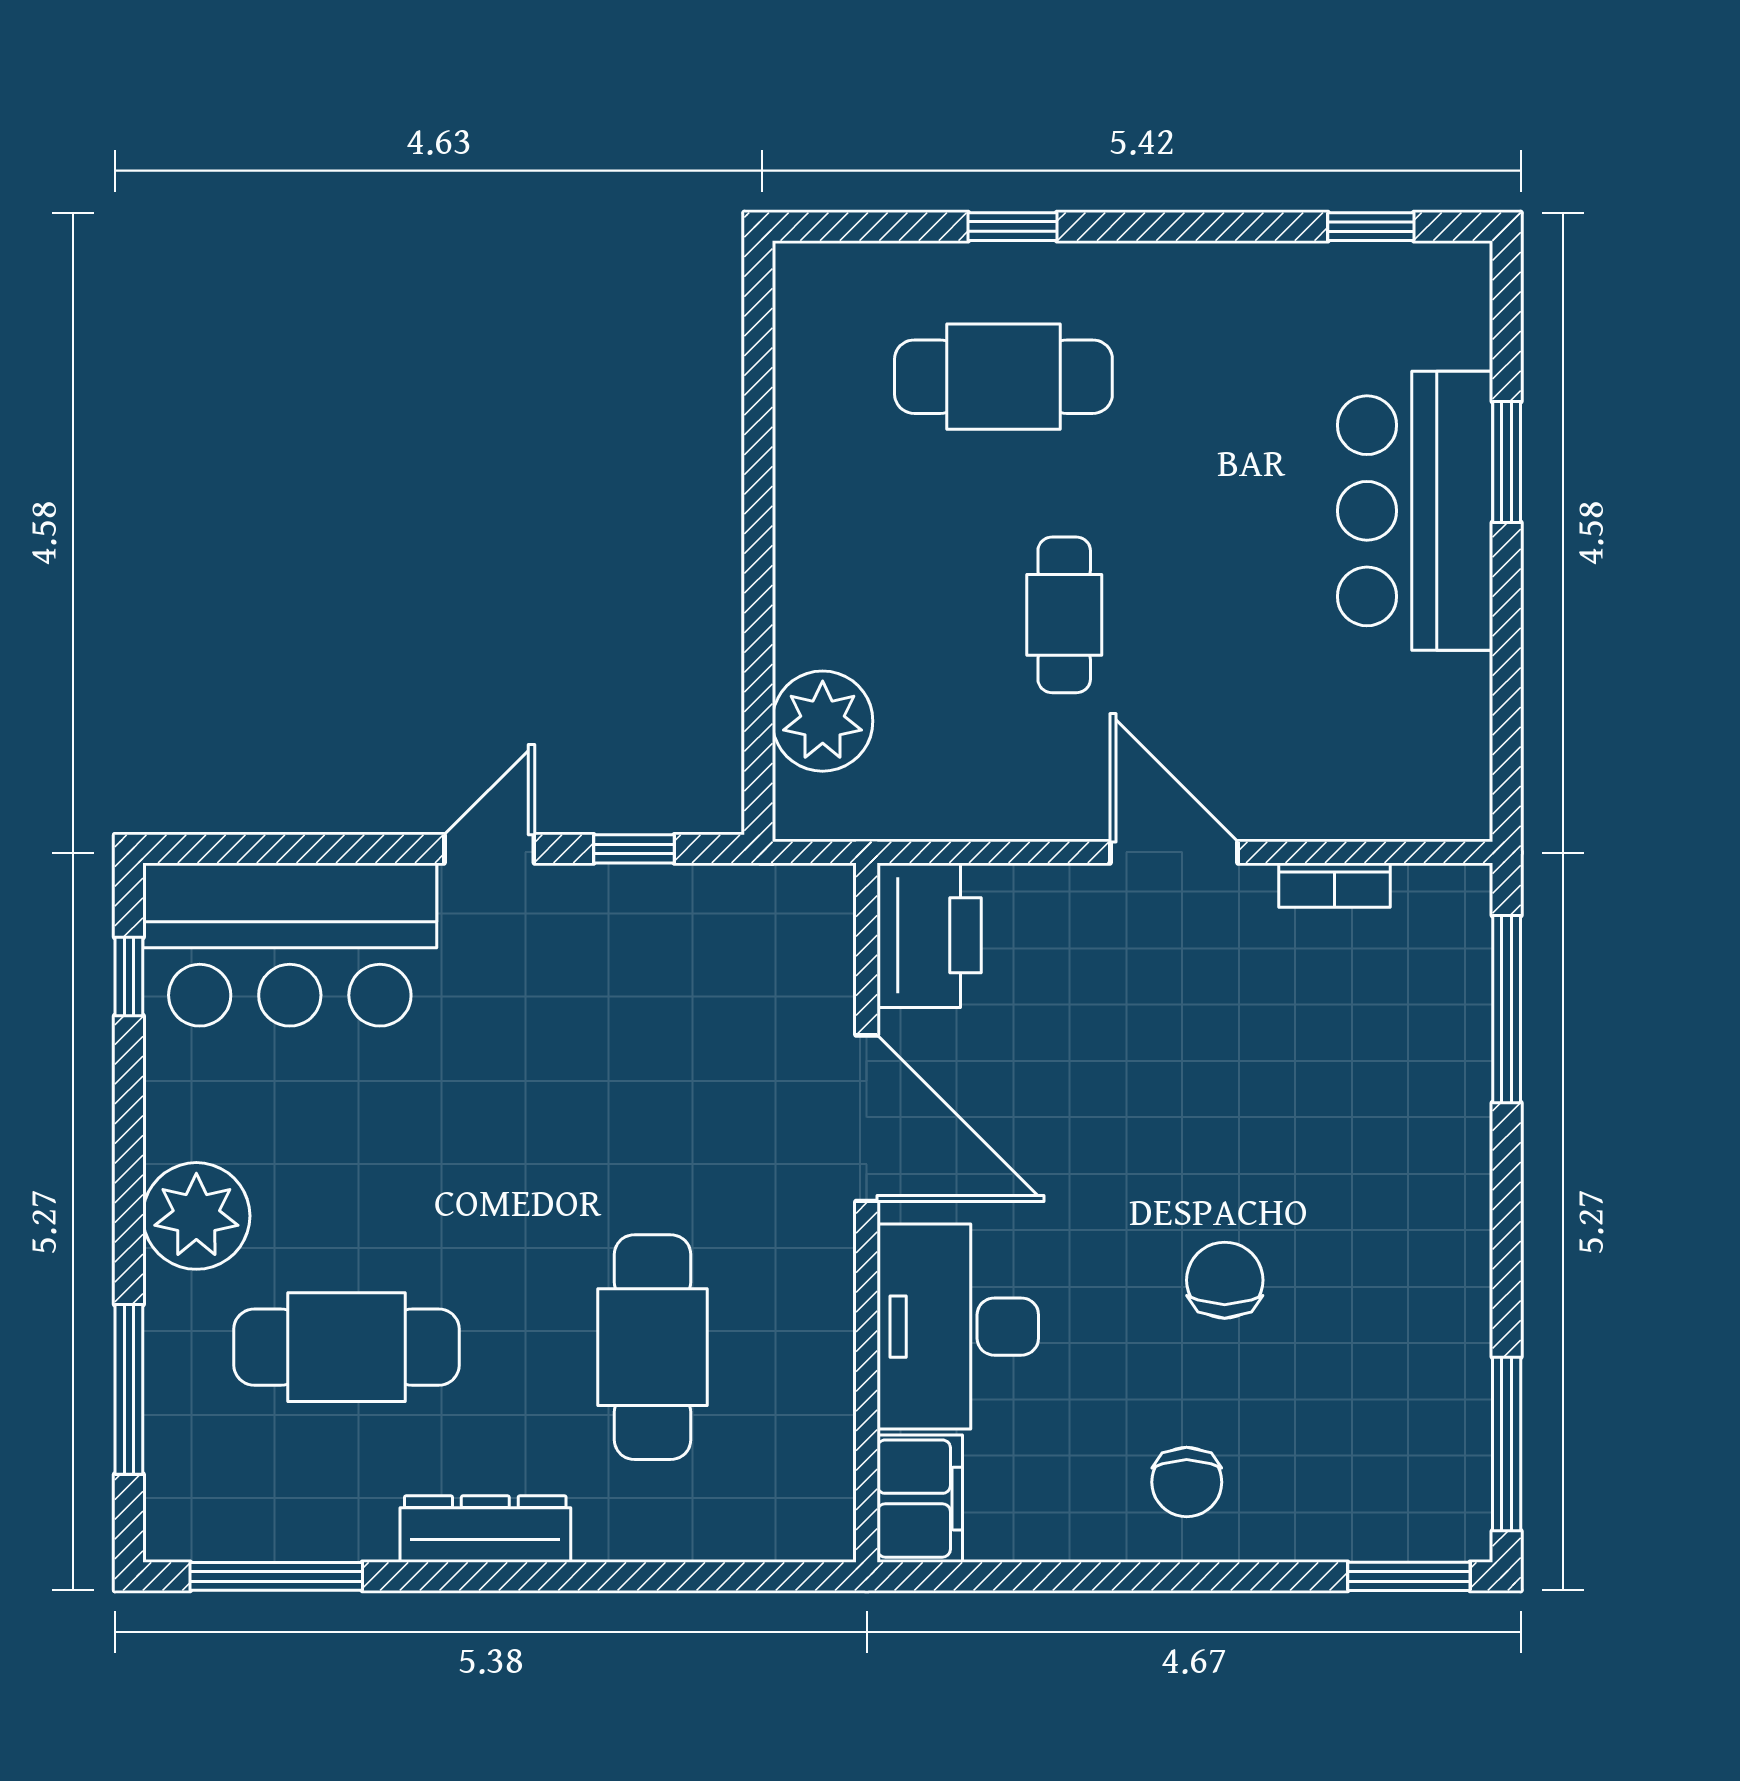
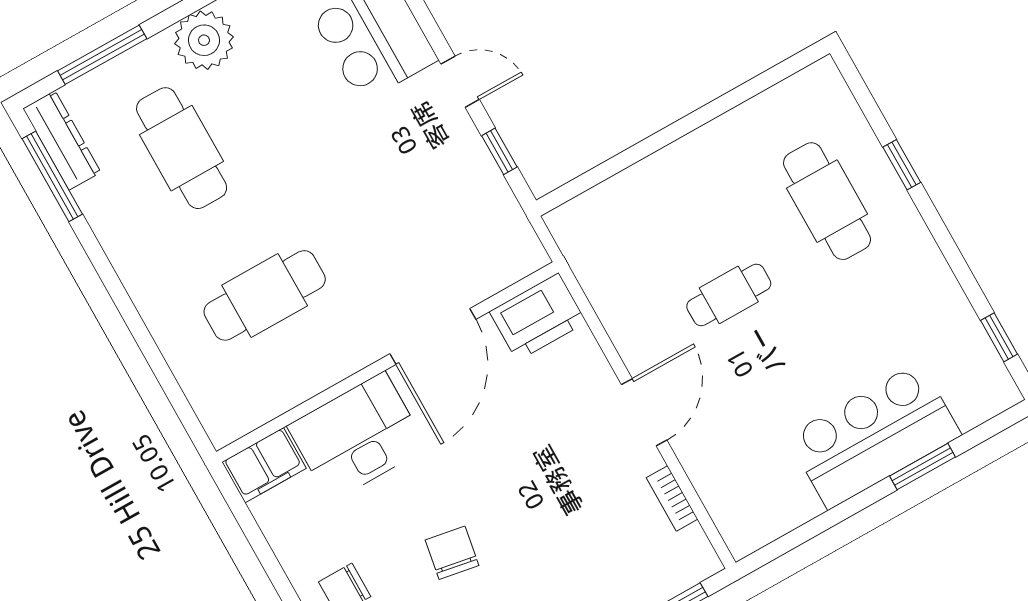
plant: (823, 721) -> (612, 207), removed
chair: (1225, 1280) -> (452, 553), turned -80
dresser: (485, 1529) -> (62, 140), moved

